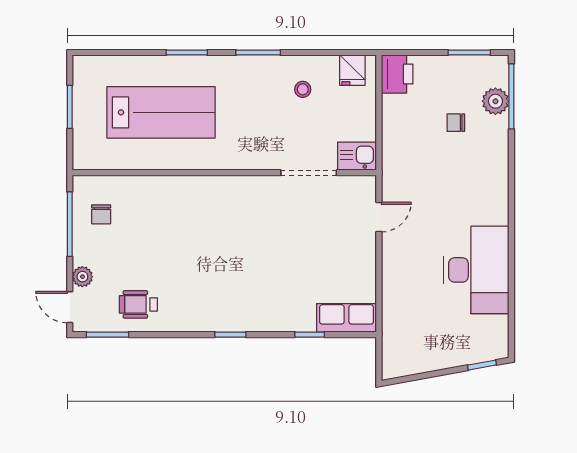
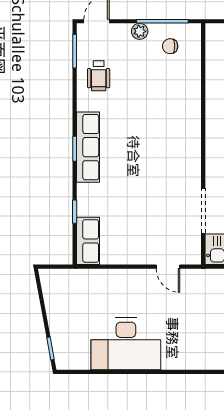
plant: (82, 277) -> (140, 31), moved
wheelchair: (138, 304) -> (99, 76), turned 180
row of seats: (228, 318) -> (88, 147), added

